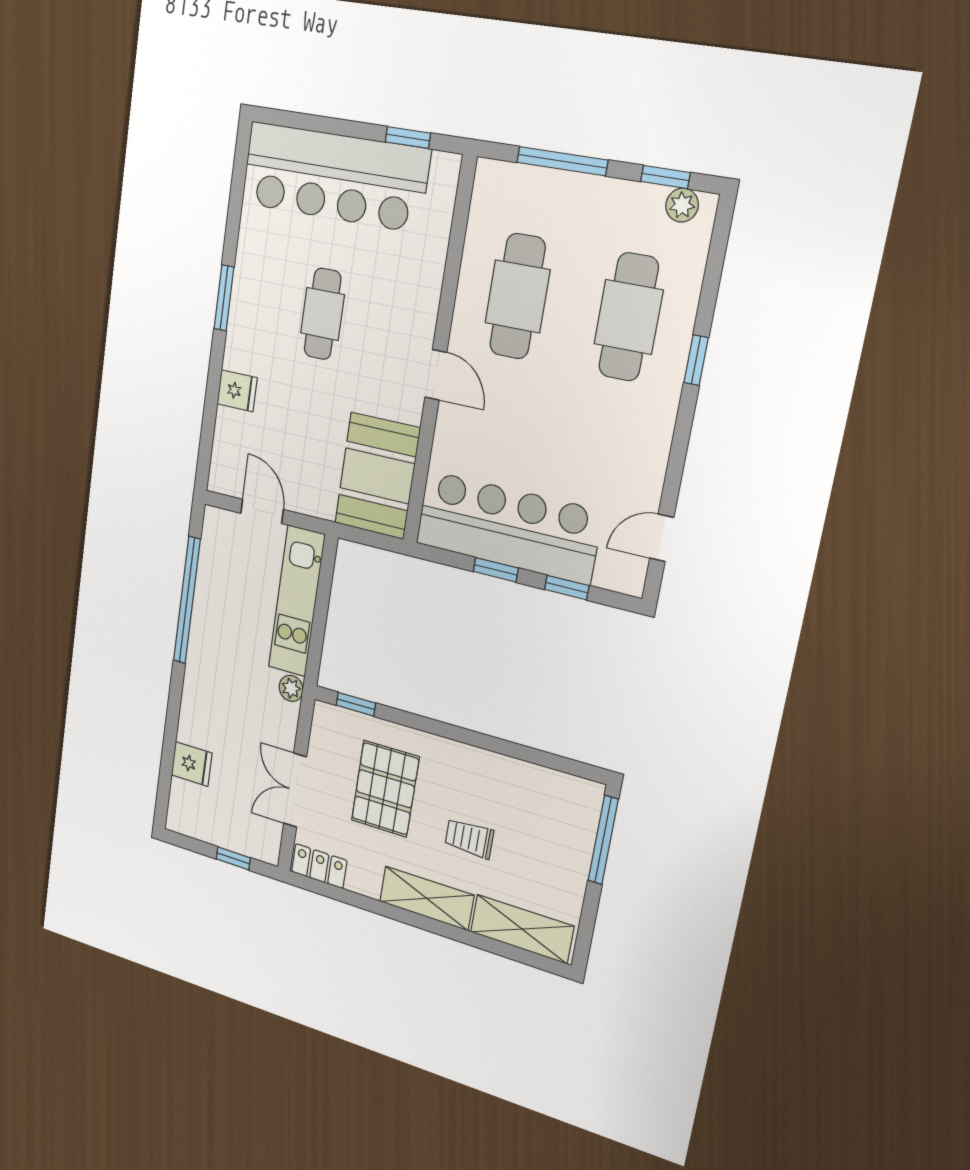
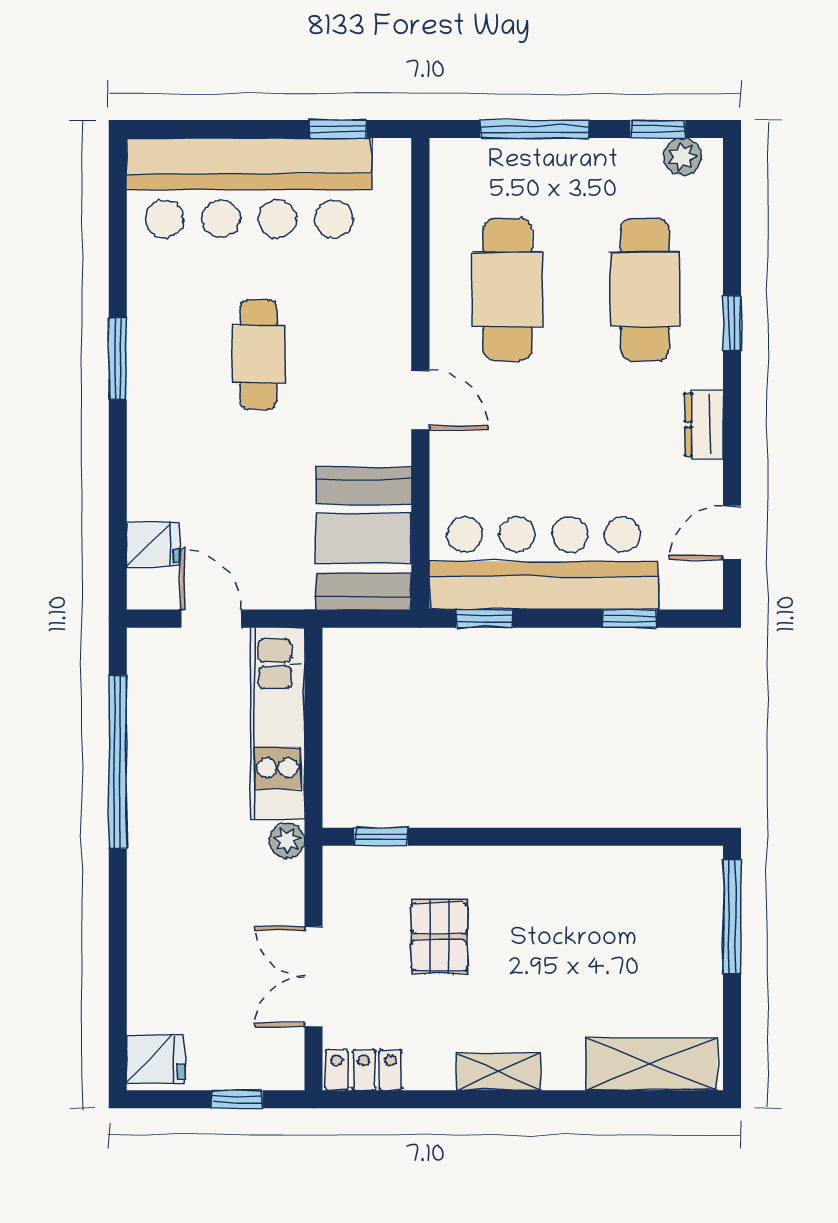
fridge: (237, 391) -> (153, 544), moved
dresser: (656, 442) -> (704, 424), added
window: (496, 570) -> (484, 619), moved
fridge: (192, 764) -> (156, 1059), moved
pallet: (385, 789) -> (439, 937), width x0.67, depth x0.71
trolley: (469, 838) -> (563, 967), removed
shelving: (427, 898) -> (498, 1072), width x0.67, depth x0.75

